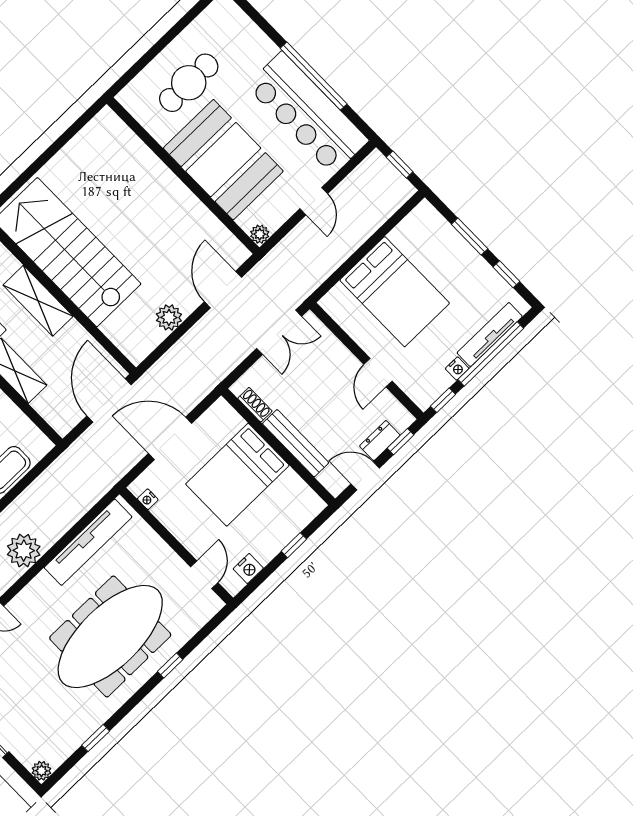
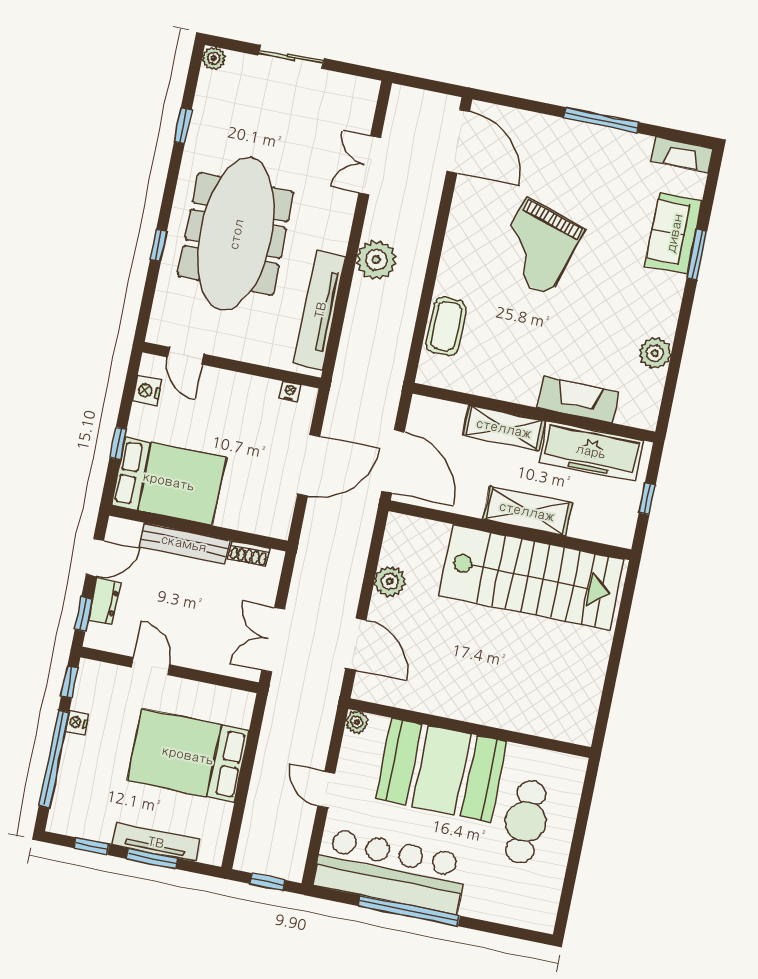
tv unit: (490, 335) -> (156, 842), moved, turned -90
bed: (237, 475) -> (169, 481), moved, turned 90

